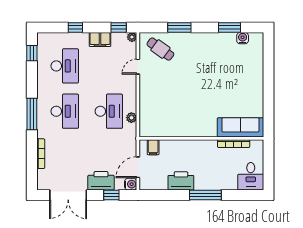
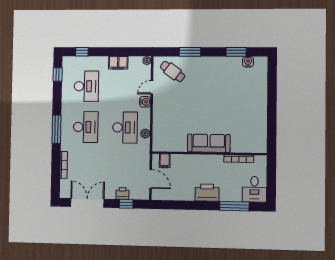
window: (75, 27) -> (82, 52), moved
window: (119, 27) -> (135, 52), removed
sofa: (241, 127) -> (209, 143), moved
door: (138, 167) -> (151, 179), swing flipped
printer: (101, 181) -> (122, 193), width x0.53, depth x0.68
printer: (181, 181) -> (207, 193), moved
water cooler: (131, 184) -> (145, 102), moved
double door: (68, 195) -> (87, 203), swing flipped
window: (205, 195) -> (234, 206), moved

